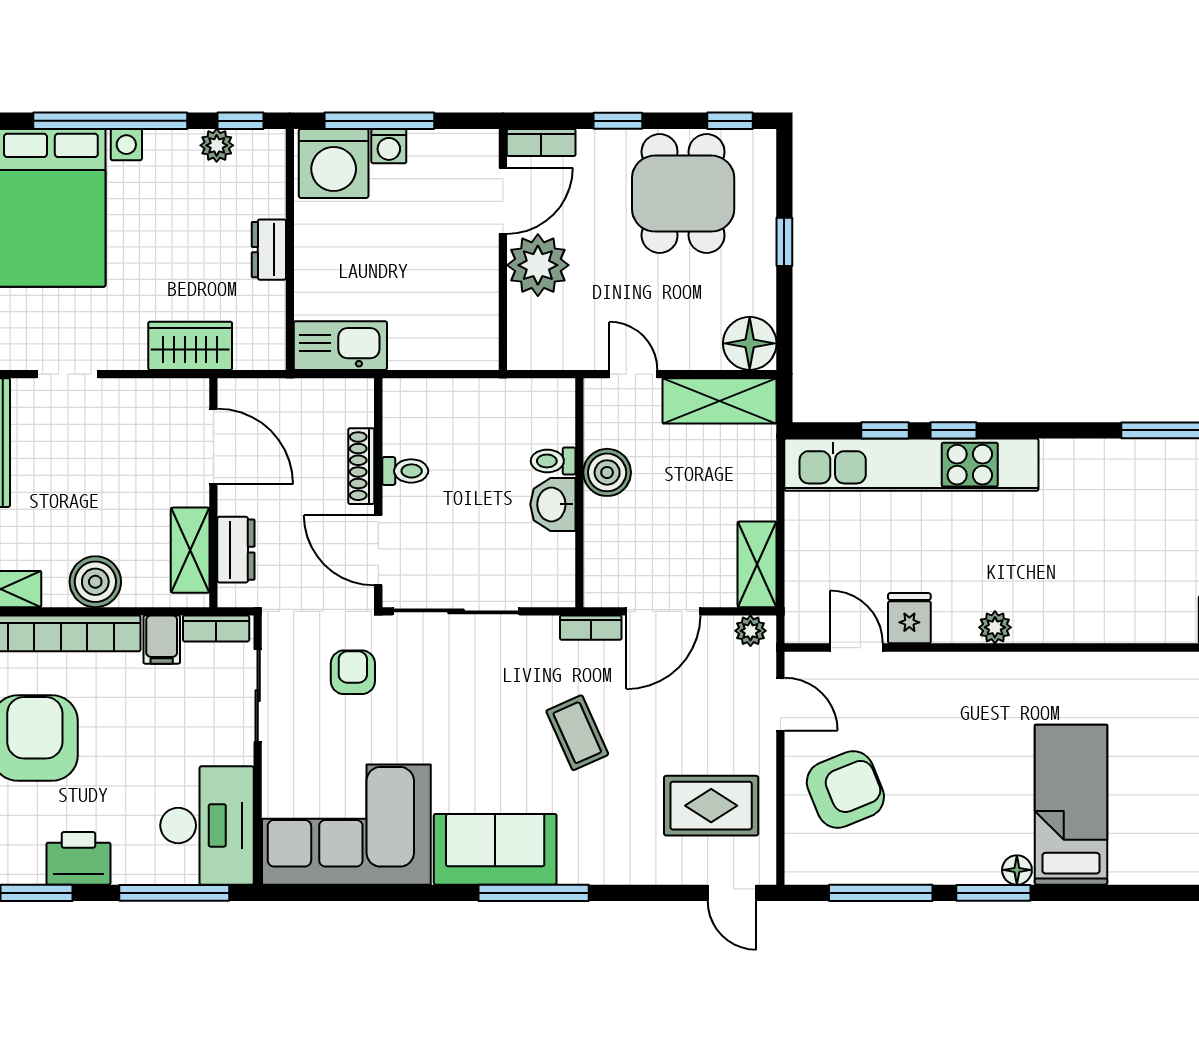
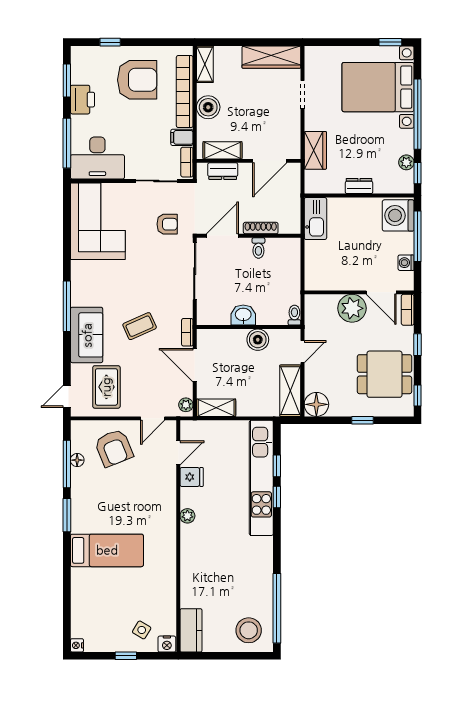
washing machine: (389, 146) -> (406, 263), moved
toilet: (553, 461) -> (294, 315), moved
sofa: (495, 849) -> (87, 335), moved
floor lamp: (1017, 870) -> (77, 460), moved

